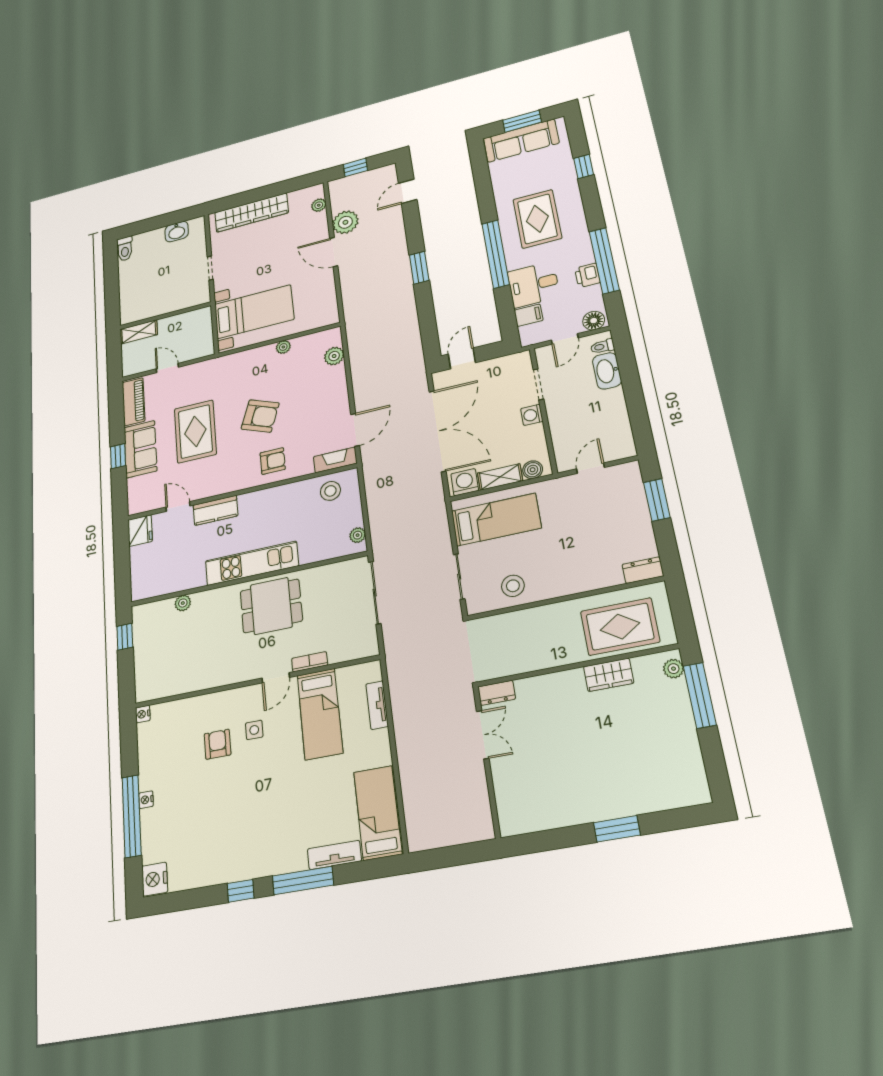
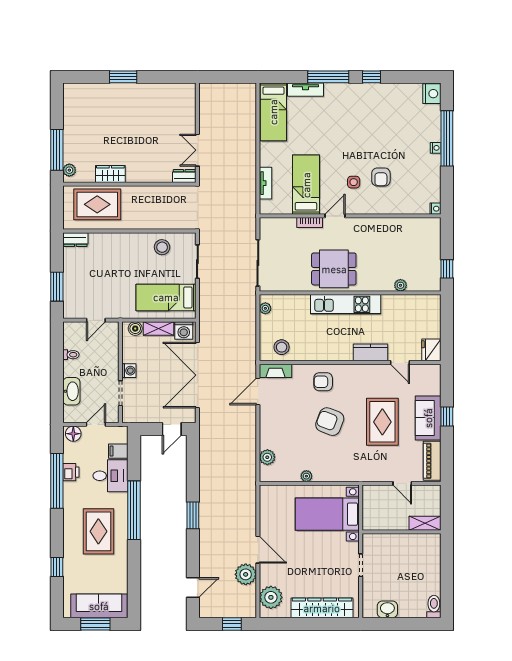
plant: (319, 205) -> (271, 597), width x1.88, depth x1.88
toilet: (602, 346) -> (71, 355), moved

